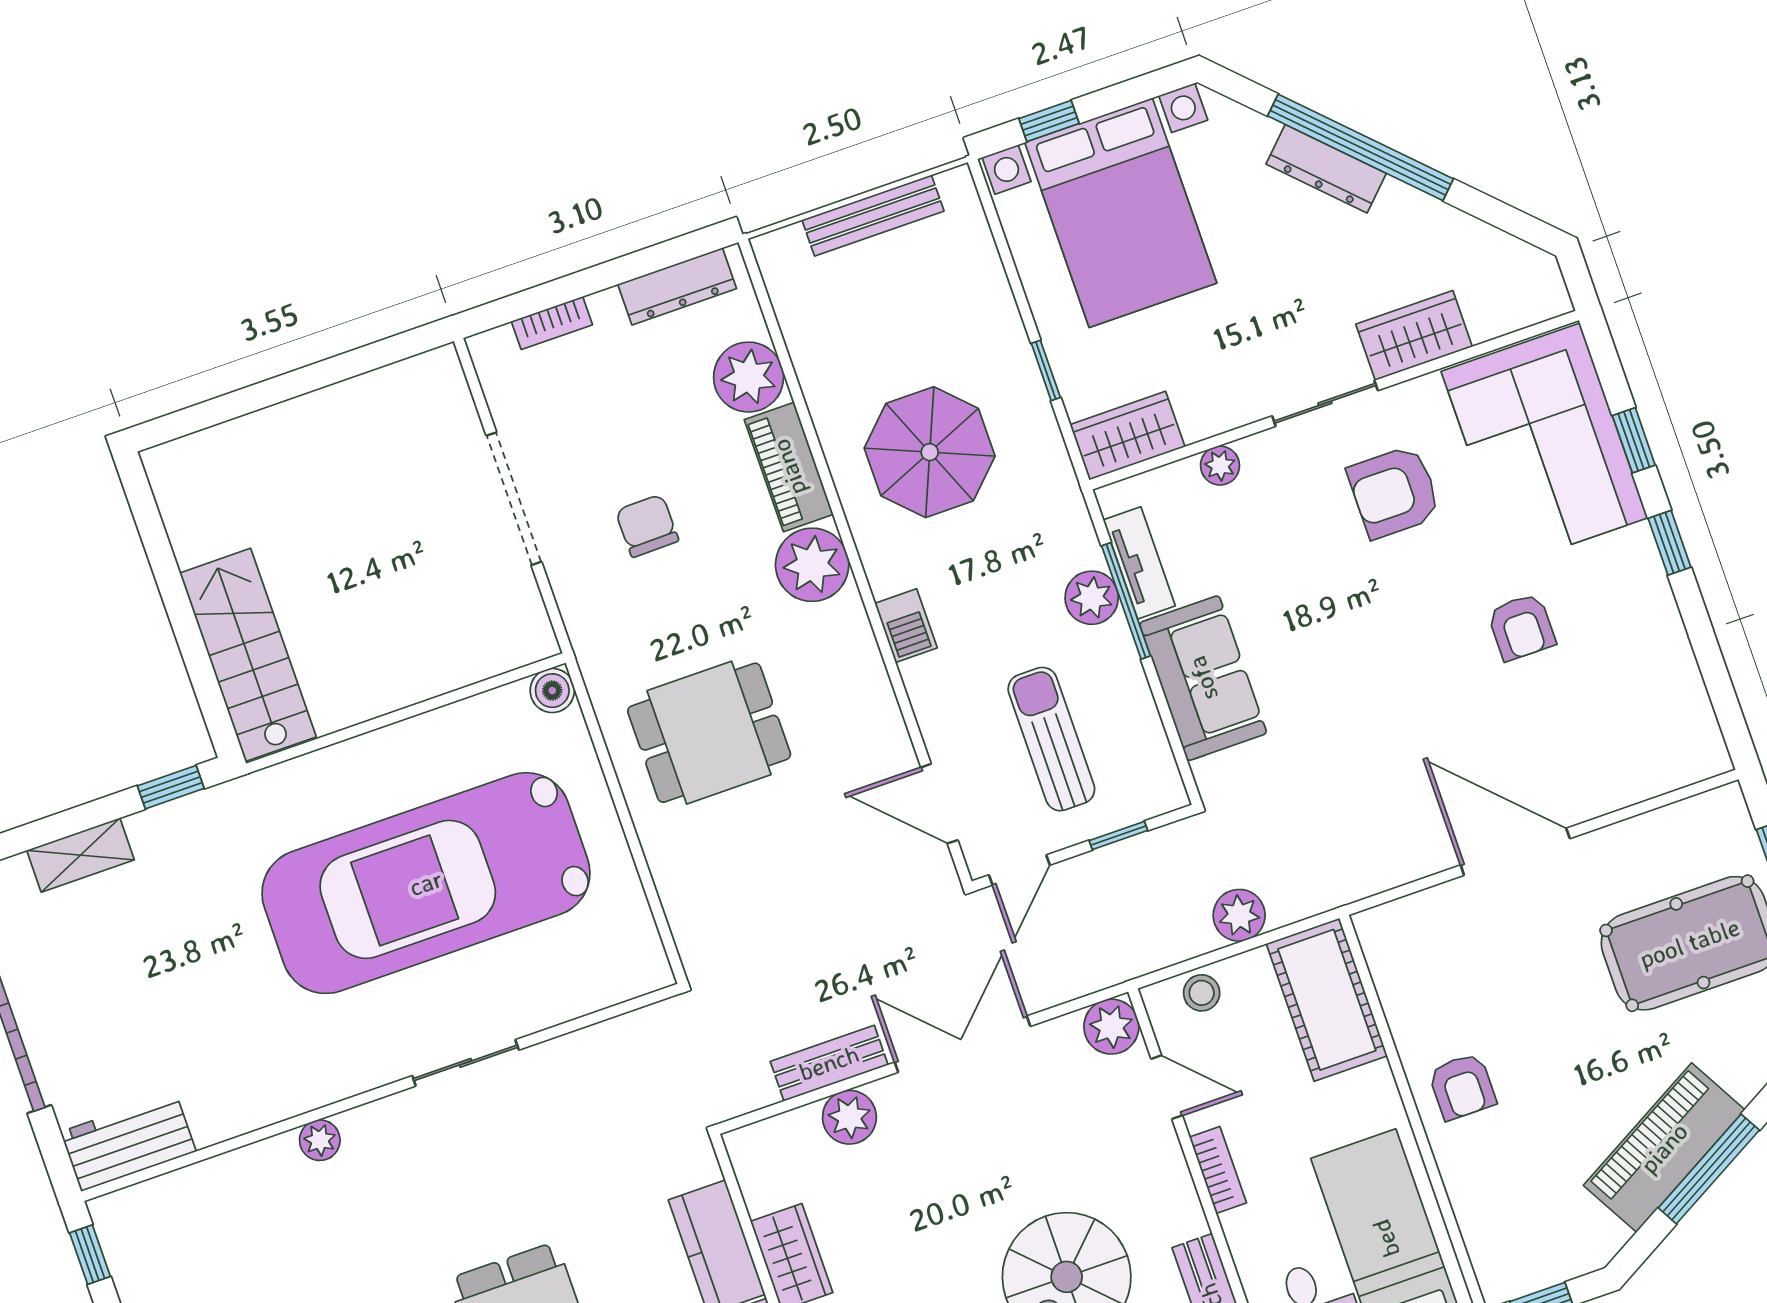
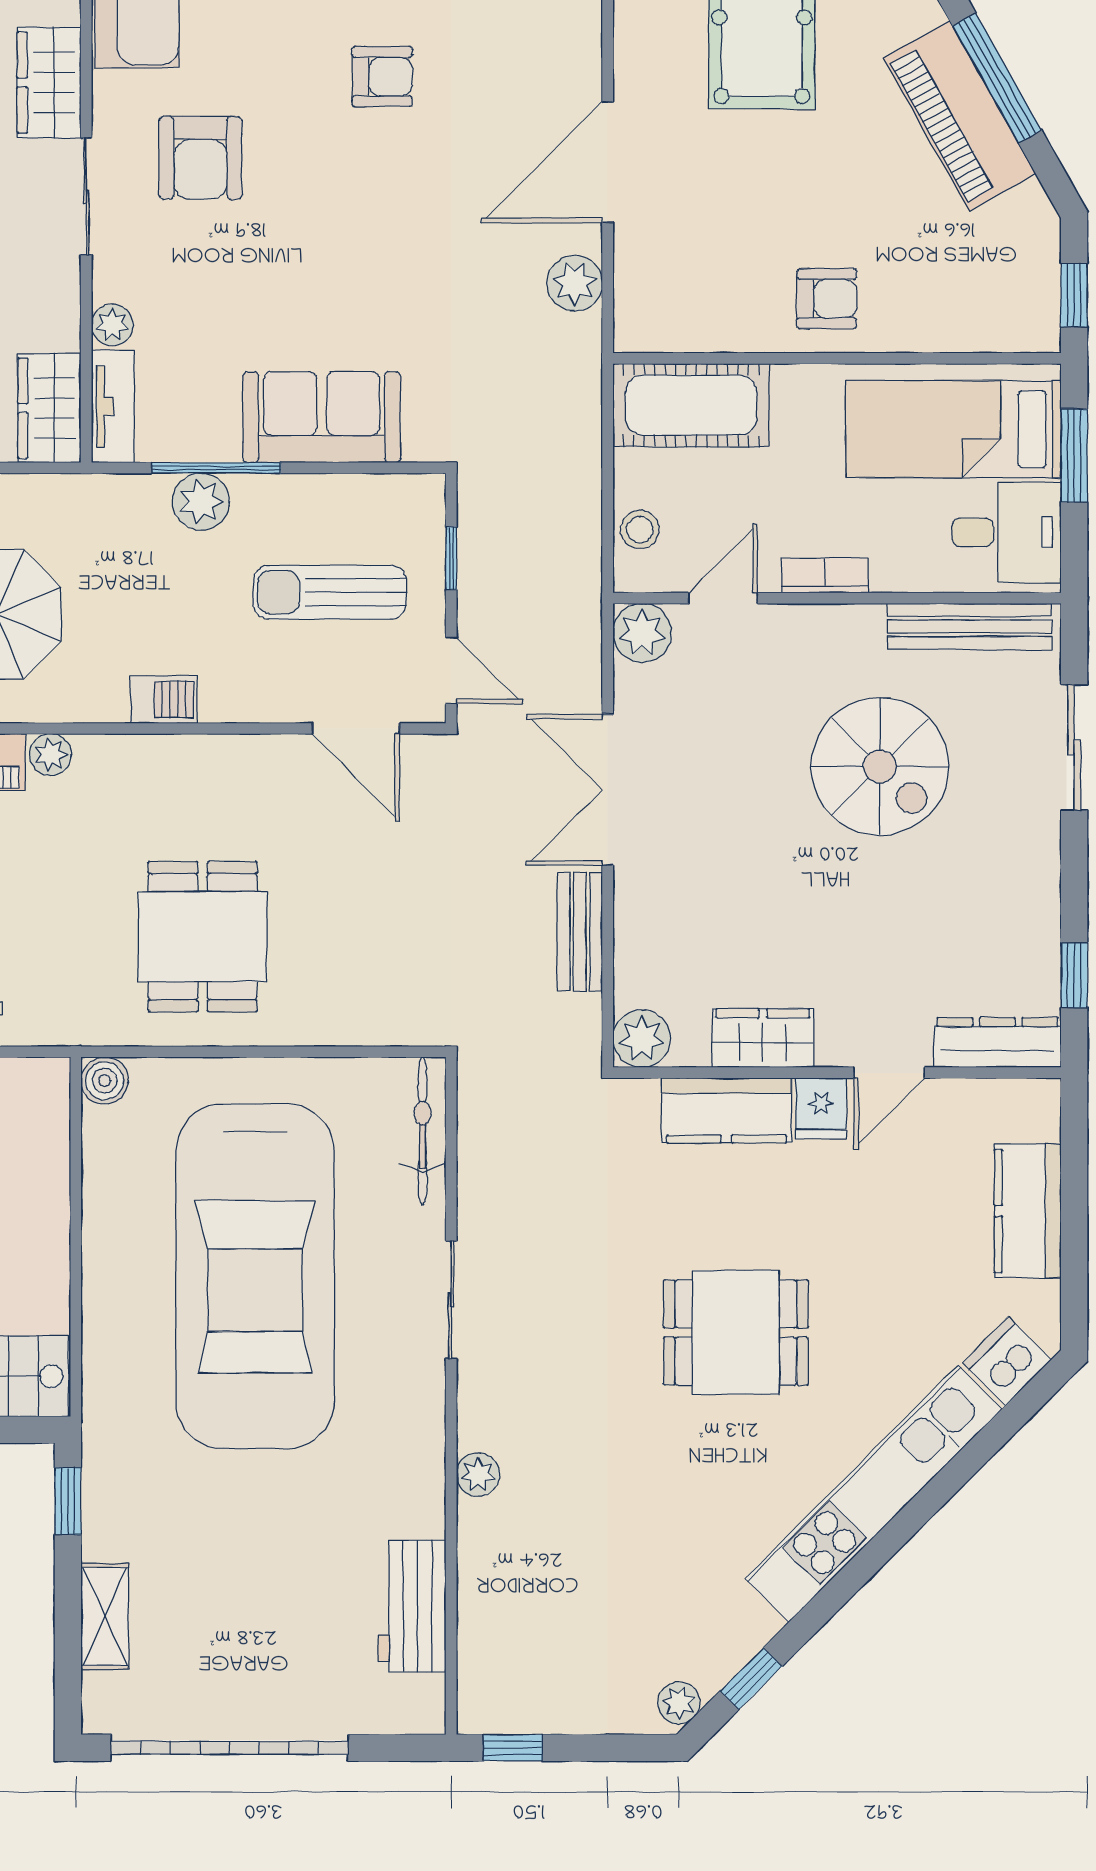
tv unit: (1139, 563) -> (113, 406), moved, turned 90
plant: (812, 565) -> (51, 755), width x0.53, depth x0.53
door: (939, 804) -> (356, 729), hinge flipped
plant: (1239, 915) -> (575, 283), moved
bicycle: (606, 986) -> (423, 1131), added
plant: (849, 1117) -> (642, 1039), moved
workbench: (128, 1142) -> (412, 1606), moved

